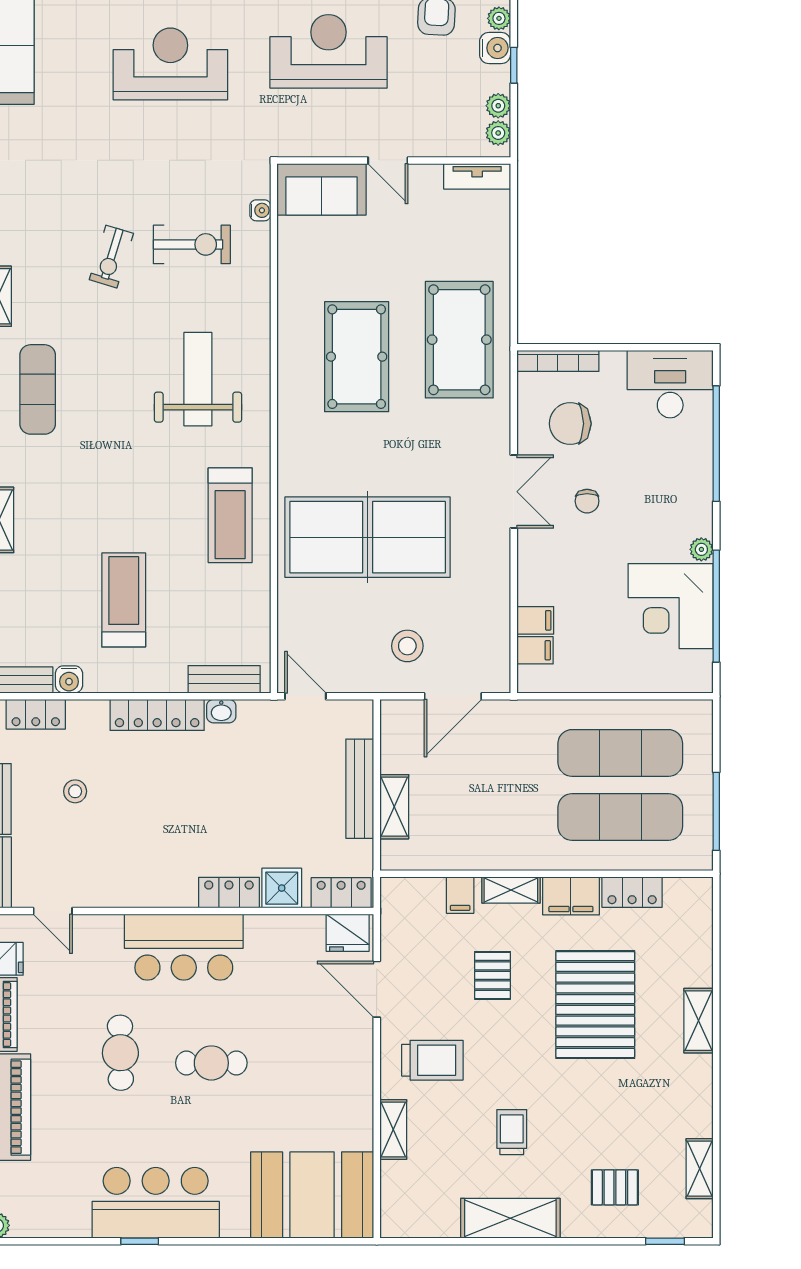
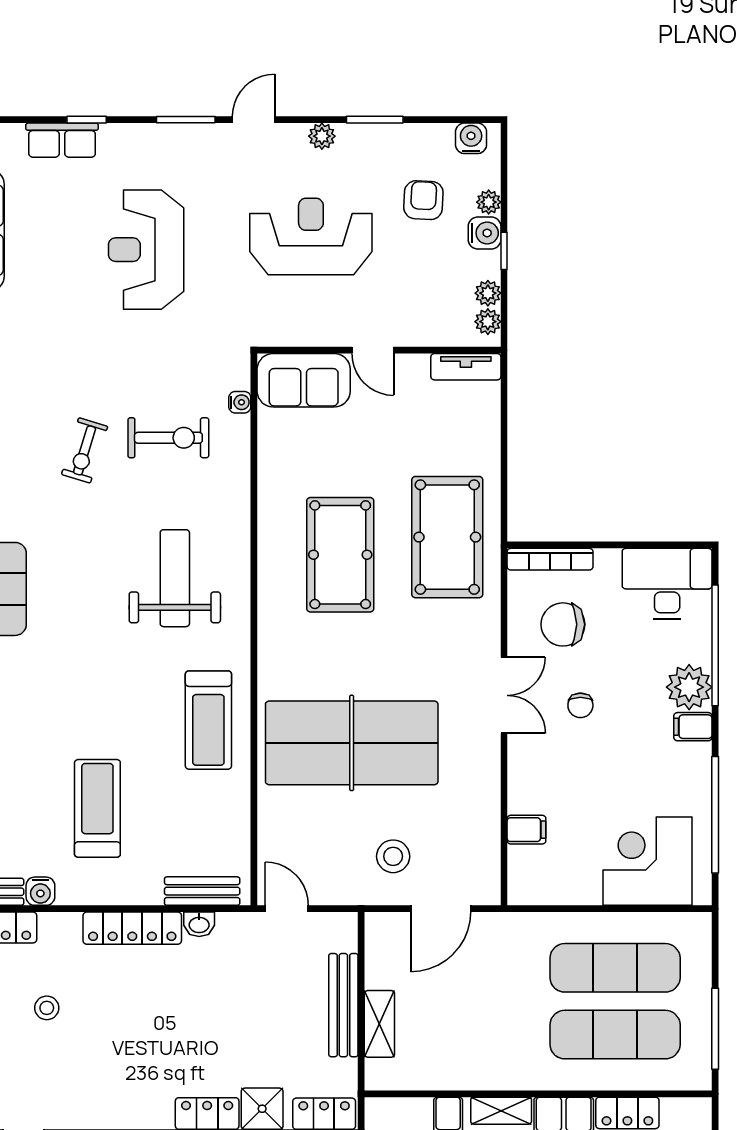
reception desk: (170, 64) -> (146, 250), turned -90
plant: (701, 549) -> (689, 687), moved, width x1.87, depth x1.87
corner desk: (671, 606) -> (648, 861), moved, turned 90
filing cabinet: (535, 650) -> (693, 727), moved, turned 180

